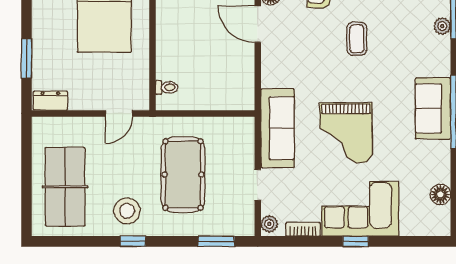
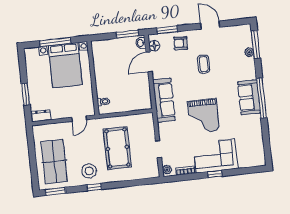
door: (258, 24) -> (149, 62), hinge flipped
sofa: (278, 128) -> (164, 100), moved
floor lamp: (440, 194) -> (258, 144), removed
window: (216, 241) -> (56, 191), moved

